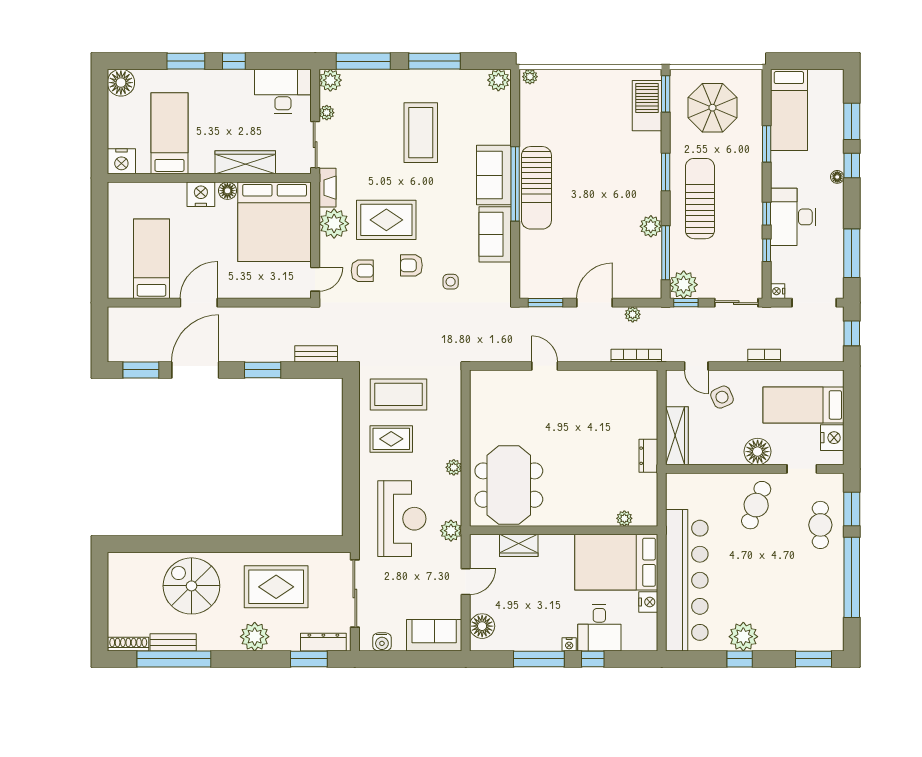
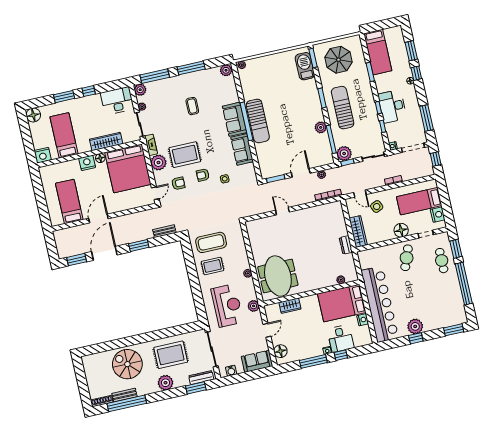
coffee table: (421, 133) -> (192, 106), width x0.54, depth x0.58

